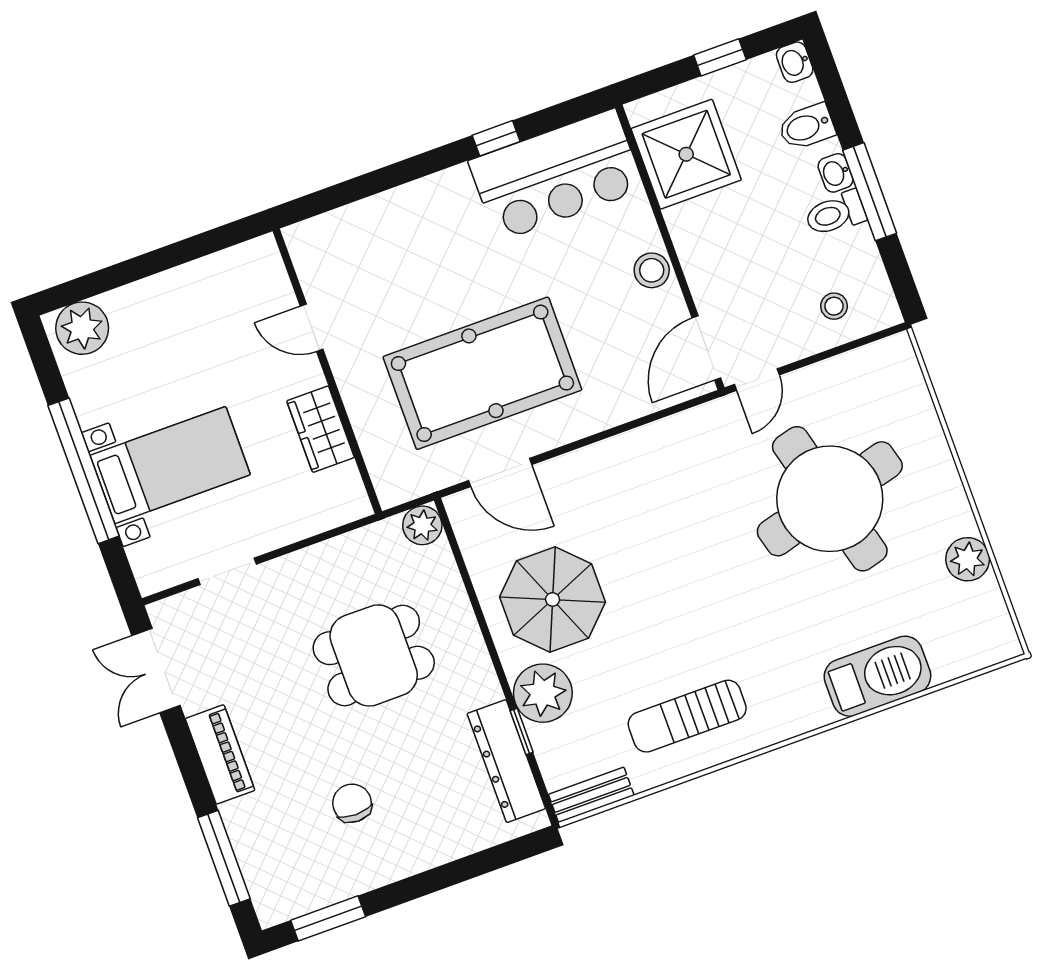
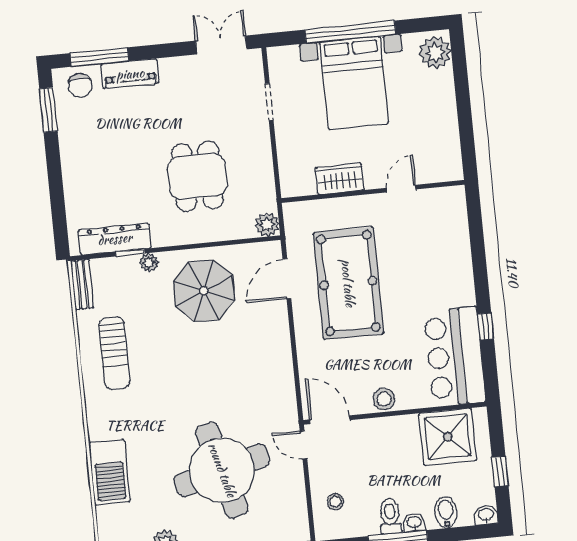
bed with nightstands: (170, 465) -> (354, 83), width x1.36
plant: (543, 693) -> (149, 263), width x0.53, depth x0.53
sun lounger: (687, 716) -> (114, 353), turned 180
piano: (220, 754) -> (130, 74), moved
chair: (352, 803) -> (80, 85), moved, turned 90

